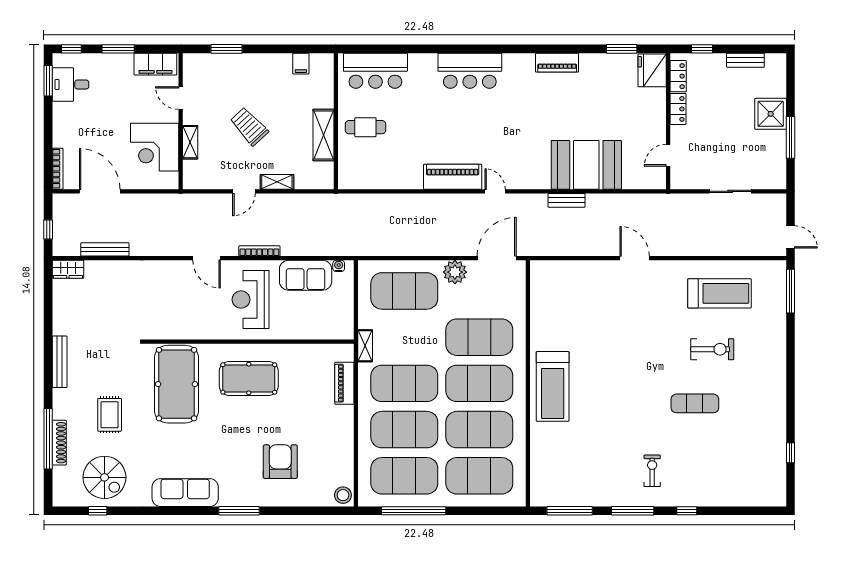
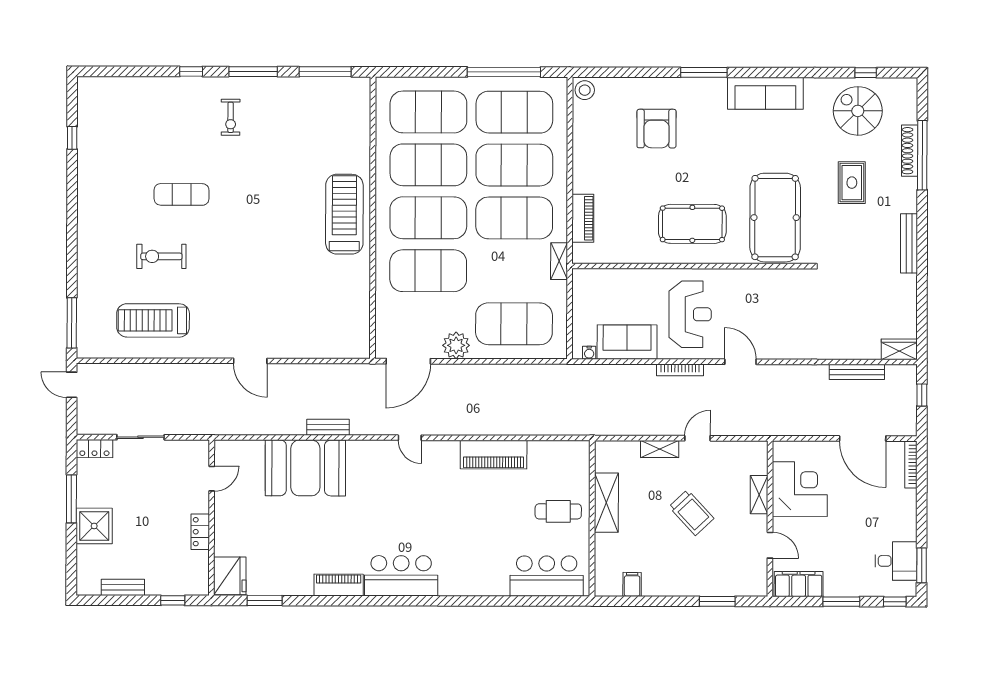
bar counter: (470, 71) -> (401, 576), moved
locker: (678, 76) -> (94, 449), moved, turned -90
piano: (453, 177) -> (494, 455), moved

